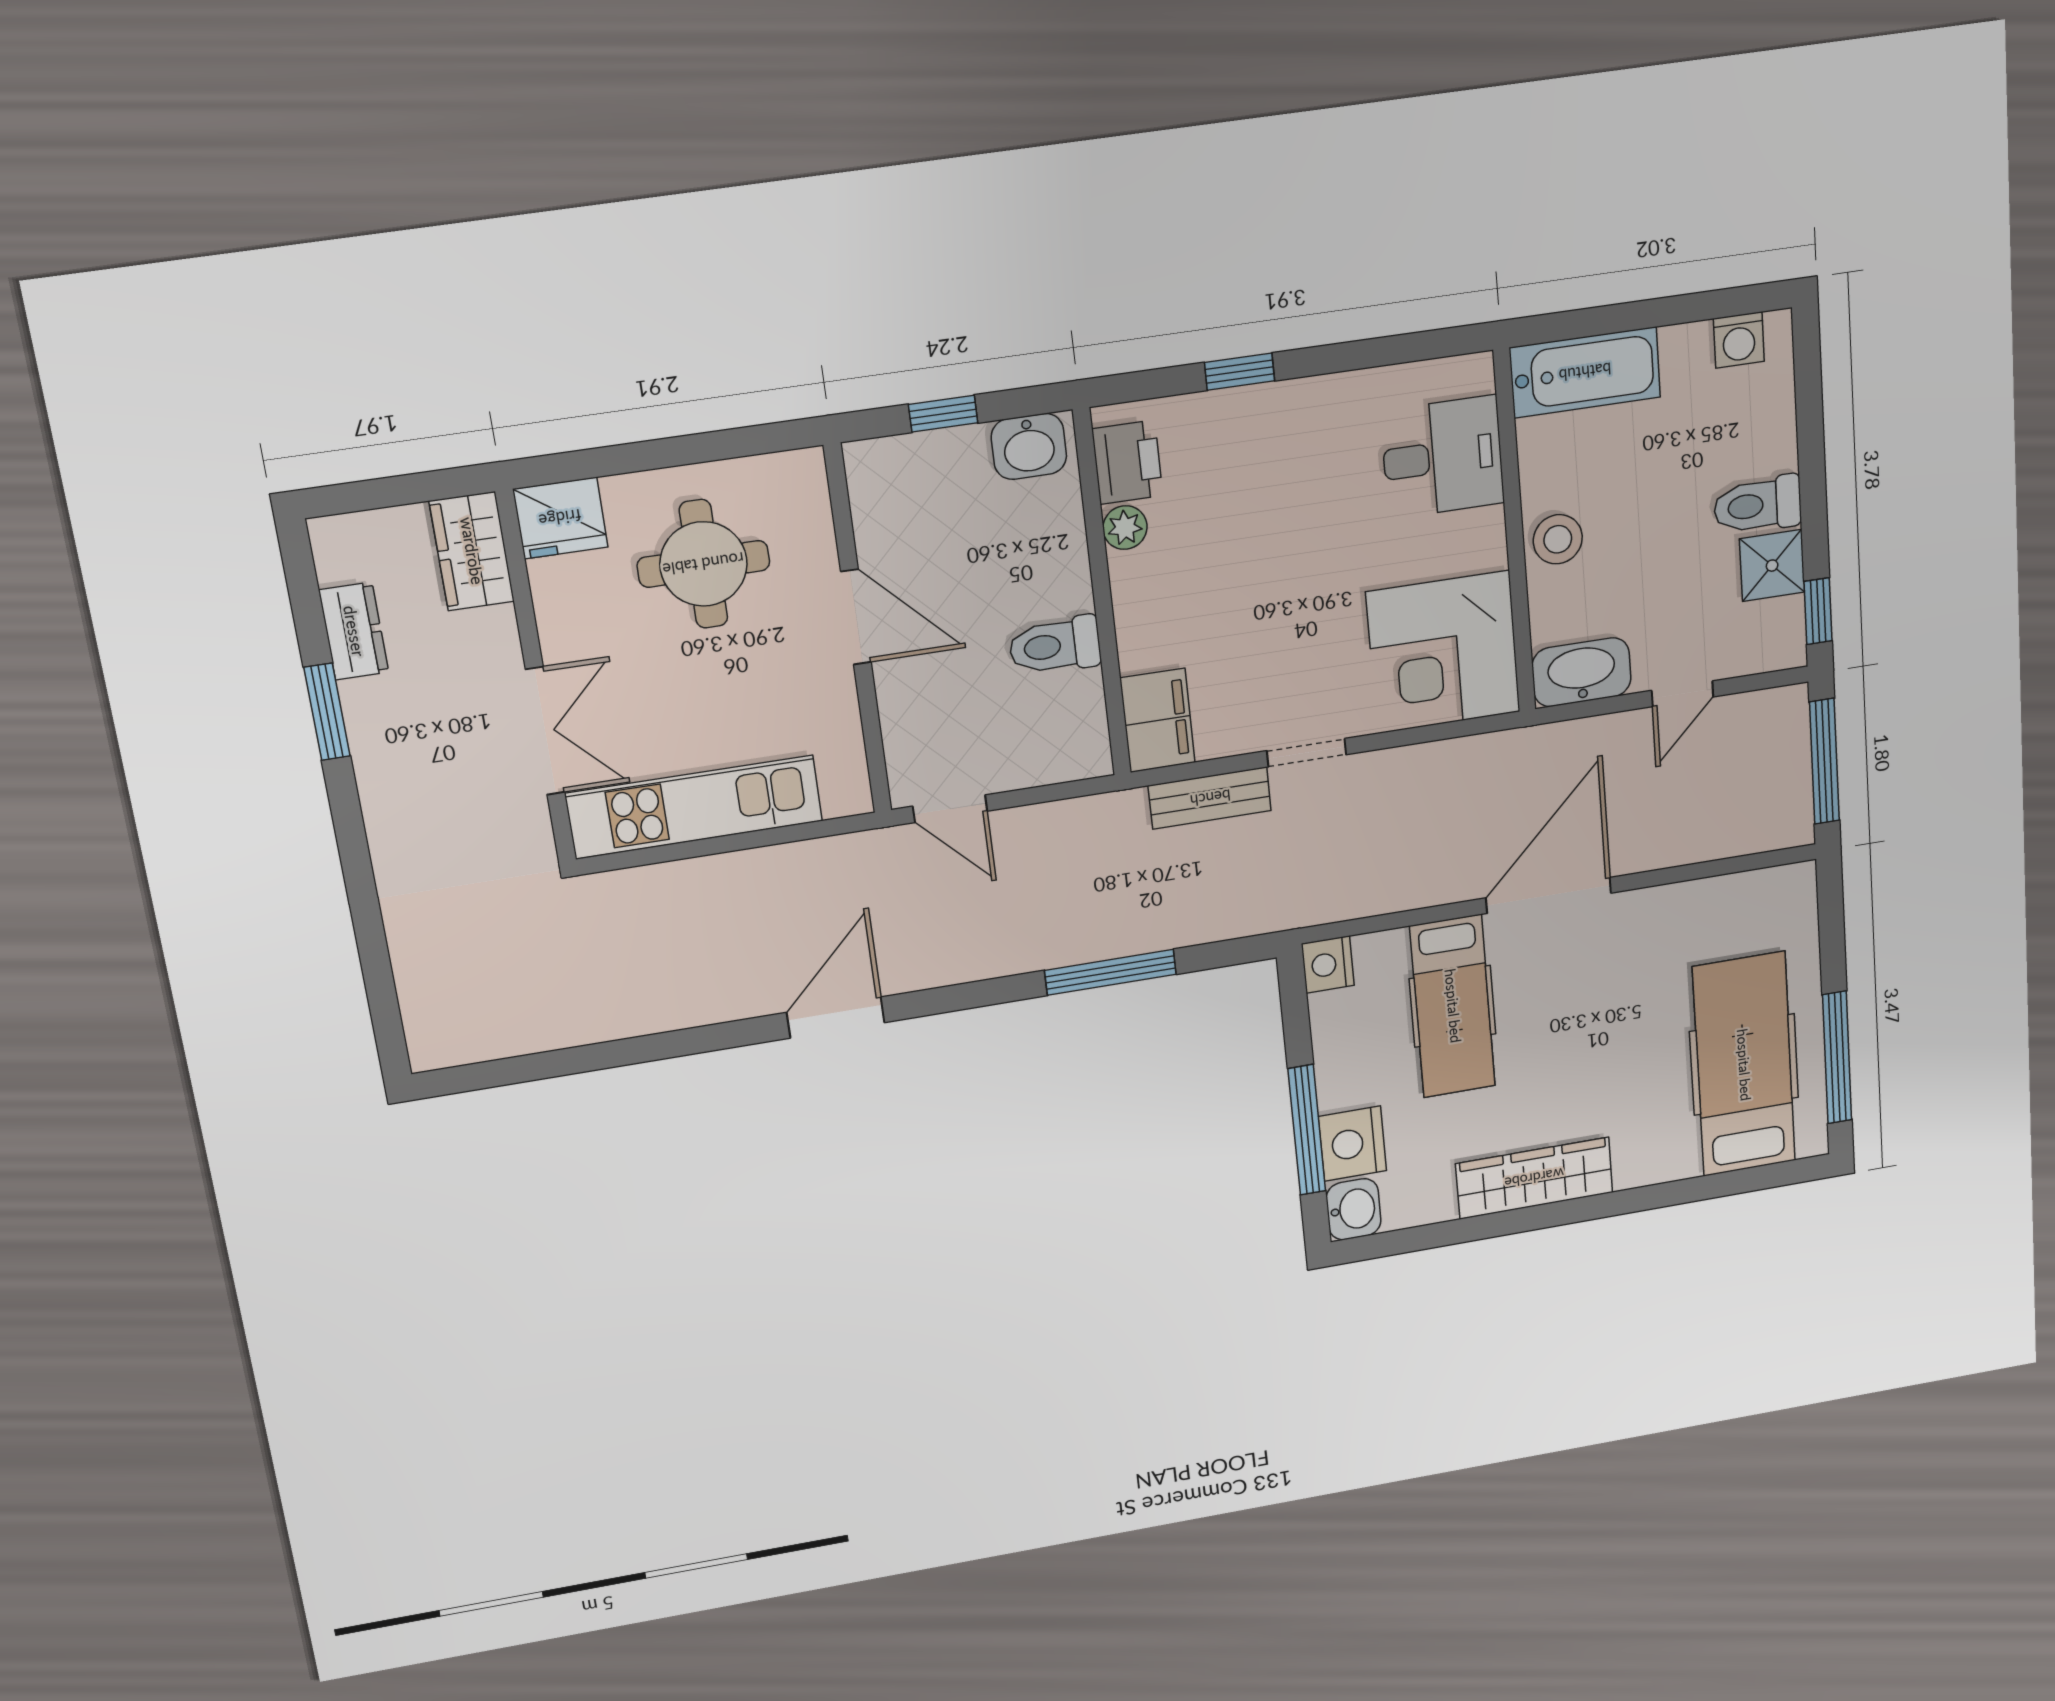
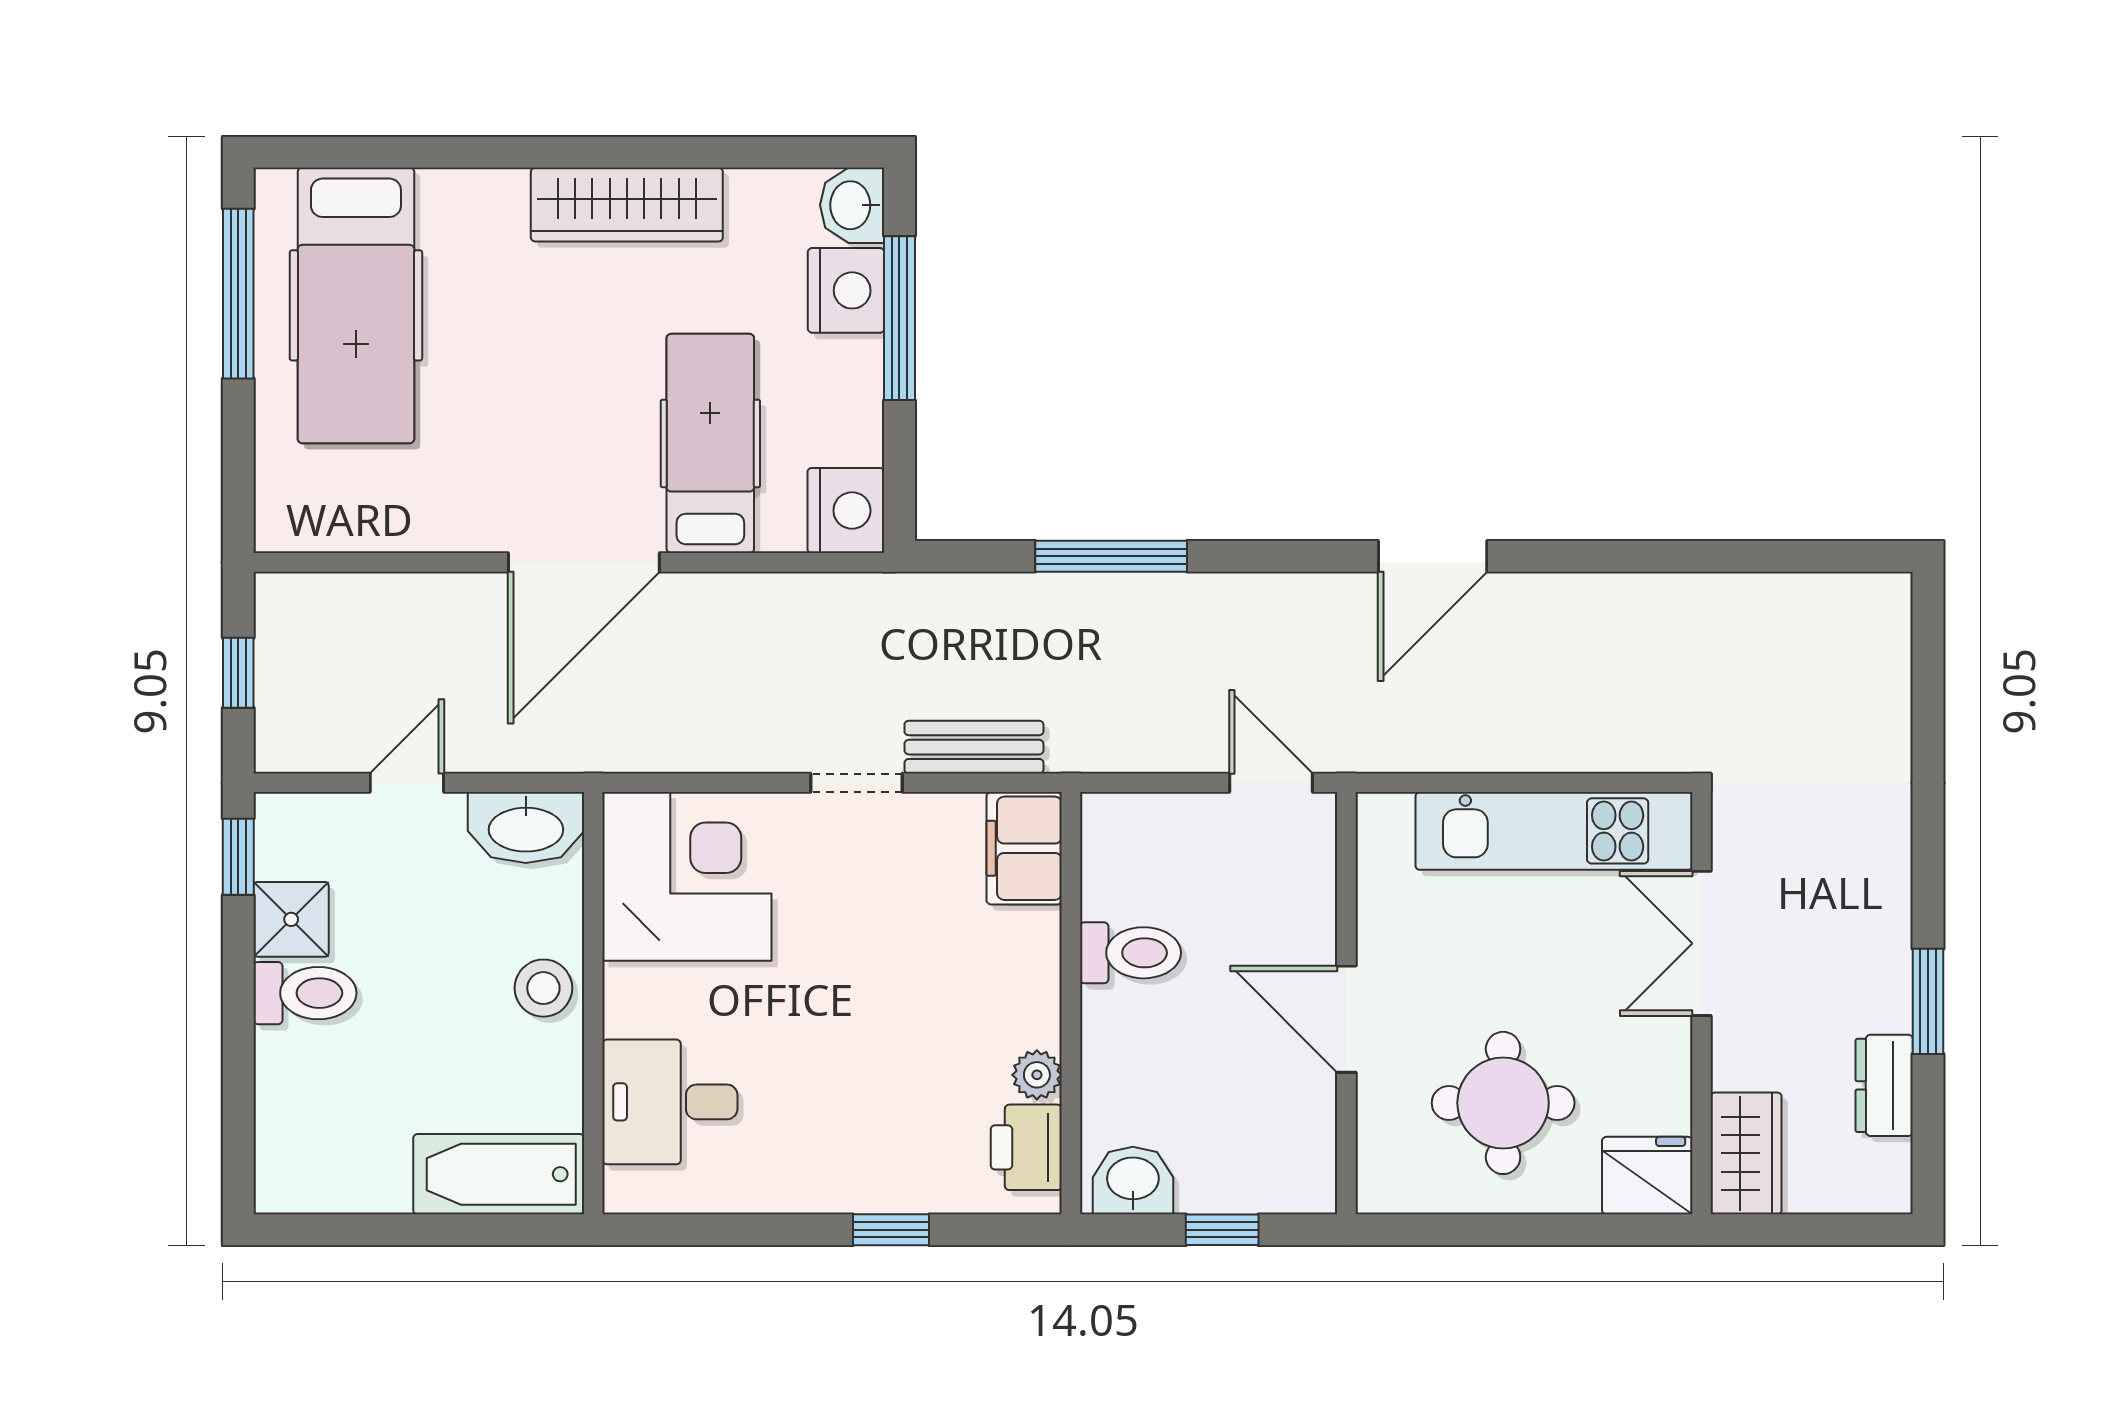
washing machine: (1739, 340) -> (318, 1186), removed
window: (1824, 761) -> (238, 673), width x0.46
nightstand: (1328, 964) -> (846, 510), width x1.36, depth x1.33

